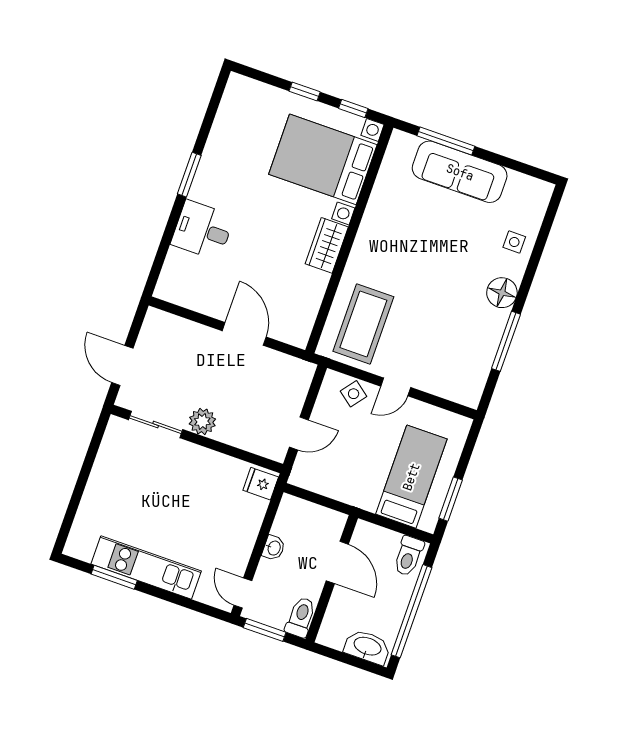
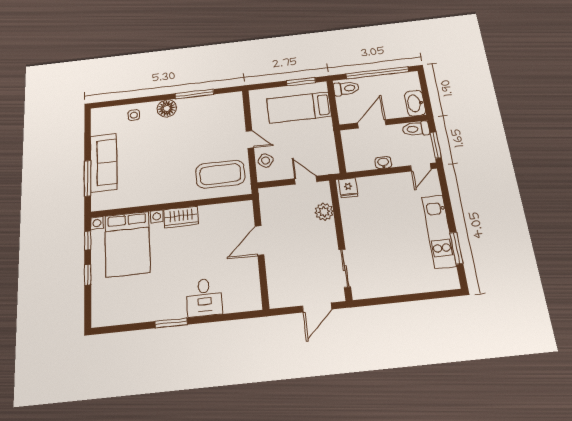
plant: (202, 421) -> (324, 212), moved
washbasin: (367, 647) -> (415, 103), moved

